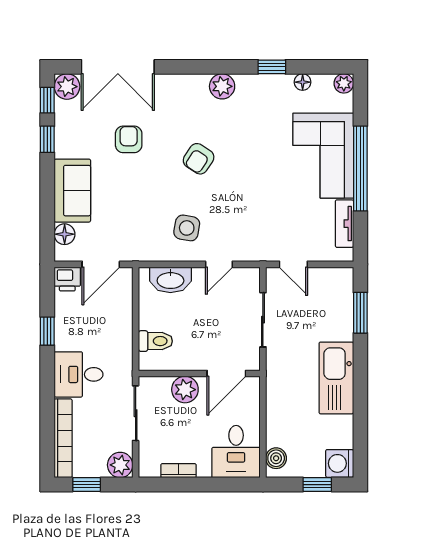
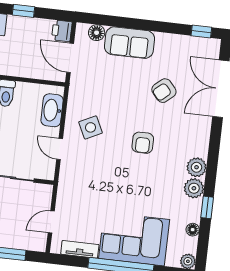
plant: (67, 87) -> (194, 188), moved
window: (47, 139) -> (171, 28), removed
armchair: (129, 139) -> (164, 91), turned 139
armchair: (199, 159) -> (143, 143), turned -123
side table: (187, 228) -> (91, 127), turned -36
door: (293, 264) -> (51, 222), moved

